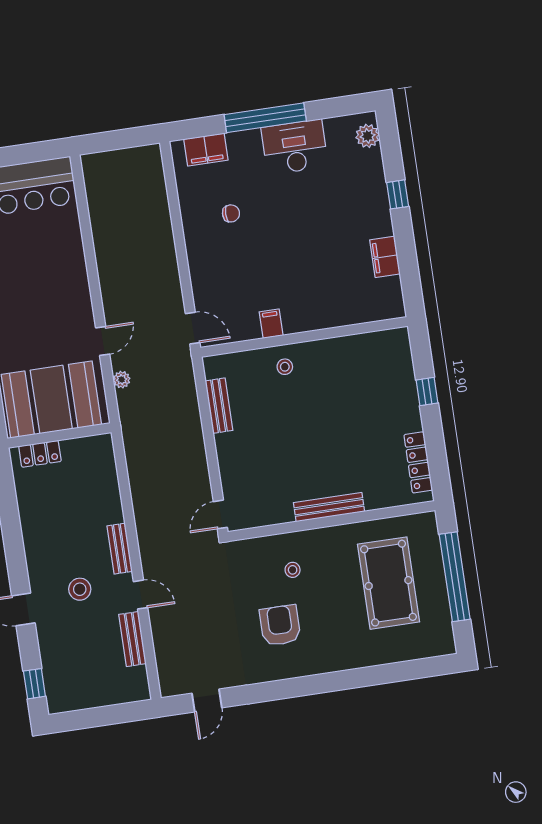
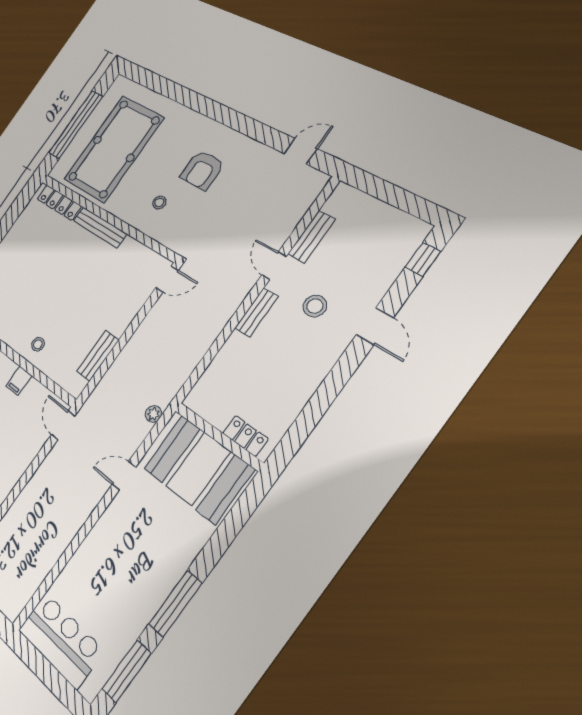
plant: (122, 380) -> (153, 414), moved
locker: (418, 462) -> (59, 202), moved, turned 90
pool table: (389, 583) -> (114, 149), width x1.36, depth x1.32

